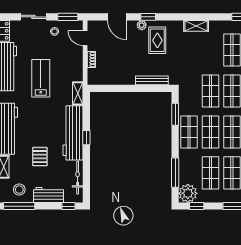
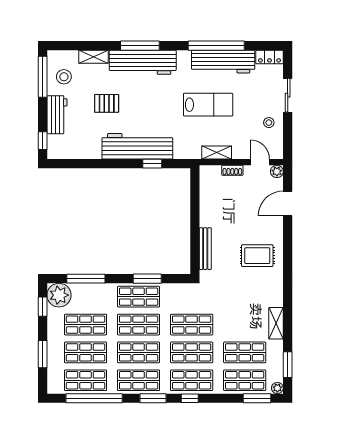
window: (68, 17) -> (288, 140), removed
window: (148, 17) -> (288, 244), removed
plant: (142, 25) -> (277, 171), moved
shelving: (196, 26) -> (276, 323), moved
door: (85, 38) -> (260, 162), hinge flipped
shelving: (78, 93) -> (217, 152), moved
window: (175, 114) -> (147, 279), moved
window: (86, 138) -> (152, 164), moved
bicycle: (78, 178) -> (79, 152), removed

